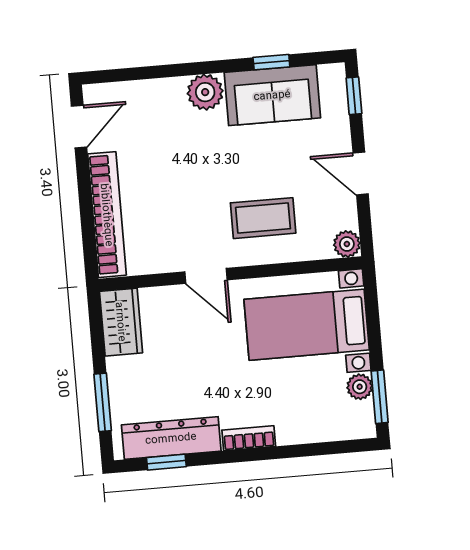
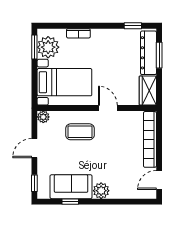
door: (361, 173) -> (34, 148), swing flipped
plant: (360, 387) -> (48, 47), width x1.88, depth x1.88
dresser: (171, 438) -> (149, 53), moved, turned 90
bookcase: (249, 438) -> (78, 33), moved

